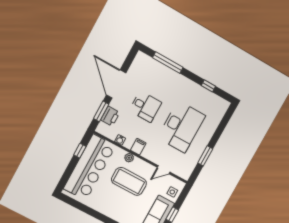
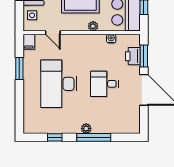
window: (168, 63) -> (94, 137), moved
plant: (180, 79) -> (86, 129), added
filing cabinet: (138, 147) -> (29, 42), moved
door: (164, 170) -> (53, 33), swing flipped

